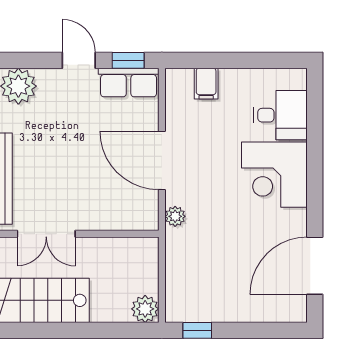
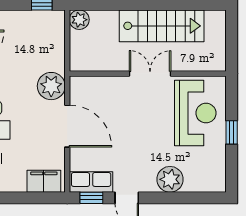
filing cabinet: (206, 84) -> (44, 181), width x2.00
plant: (175, 216) -> (51, 86), width x1.87, depth x1.87

